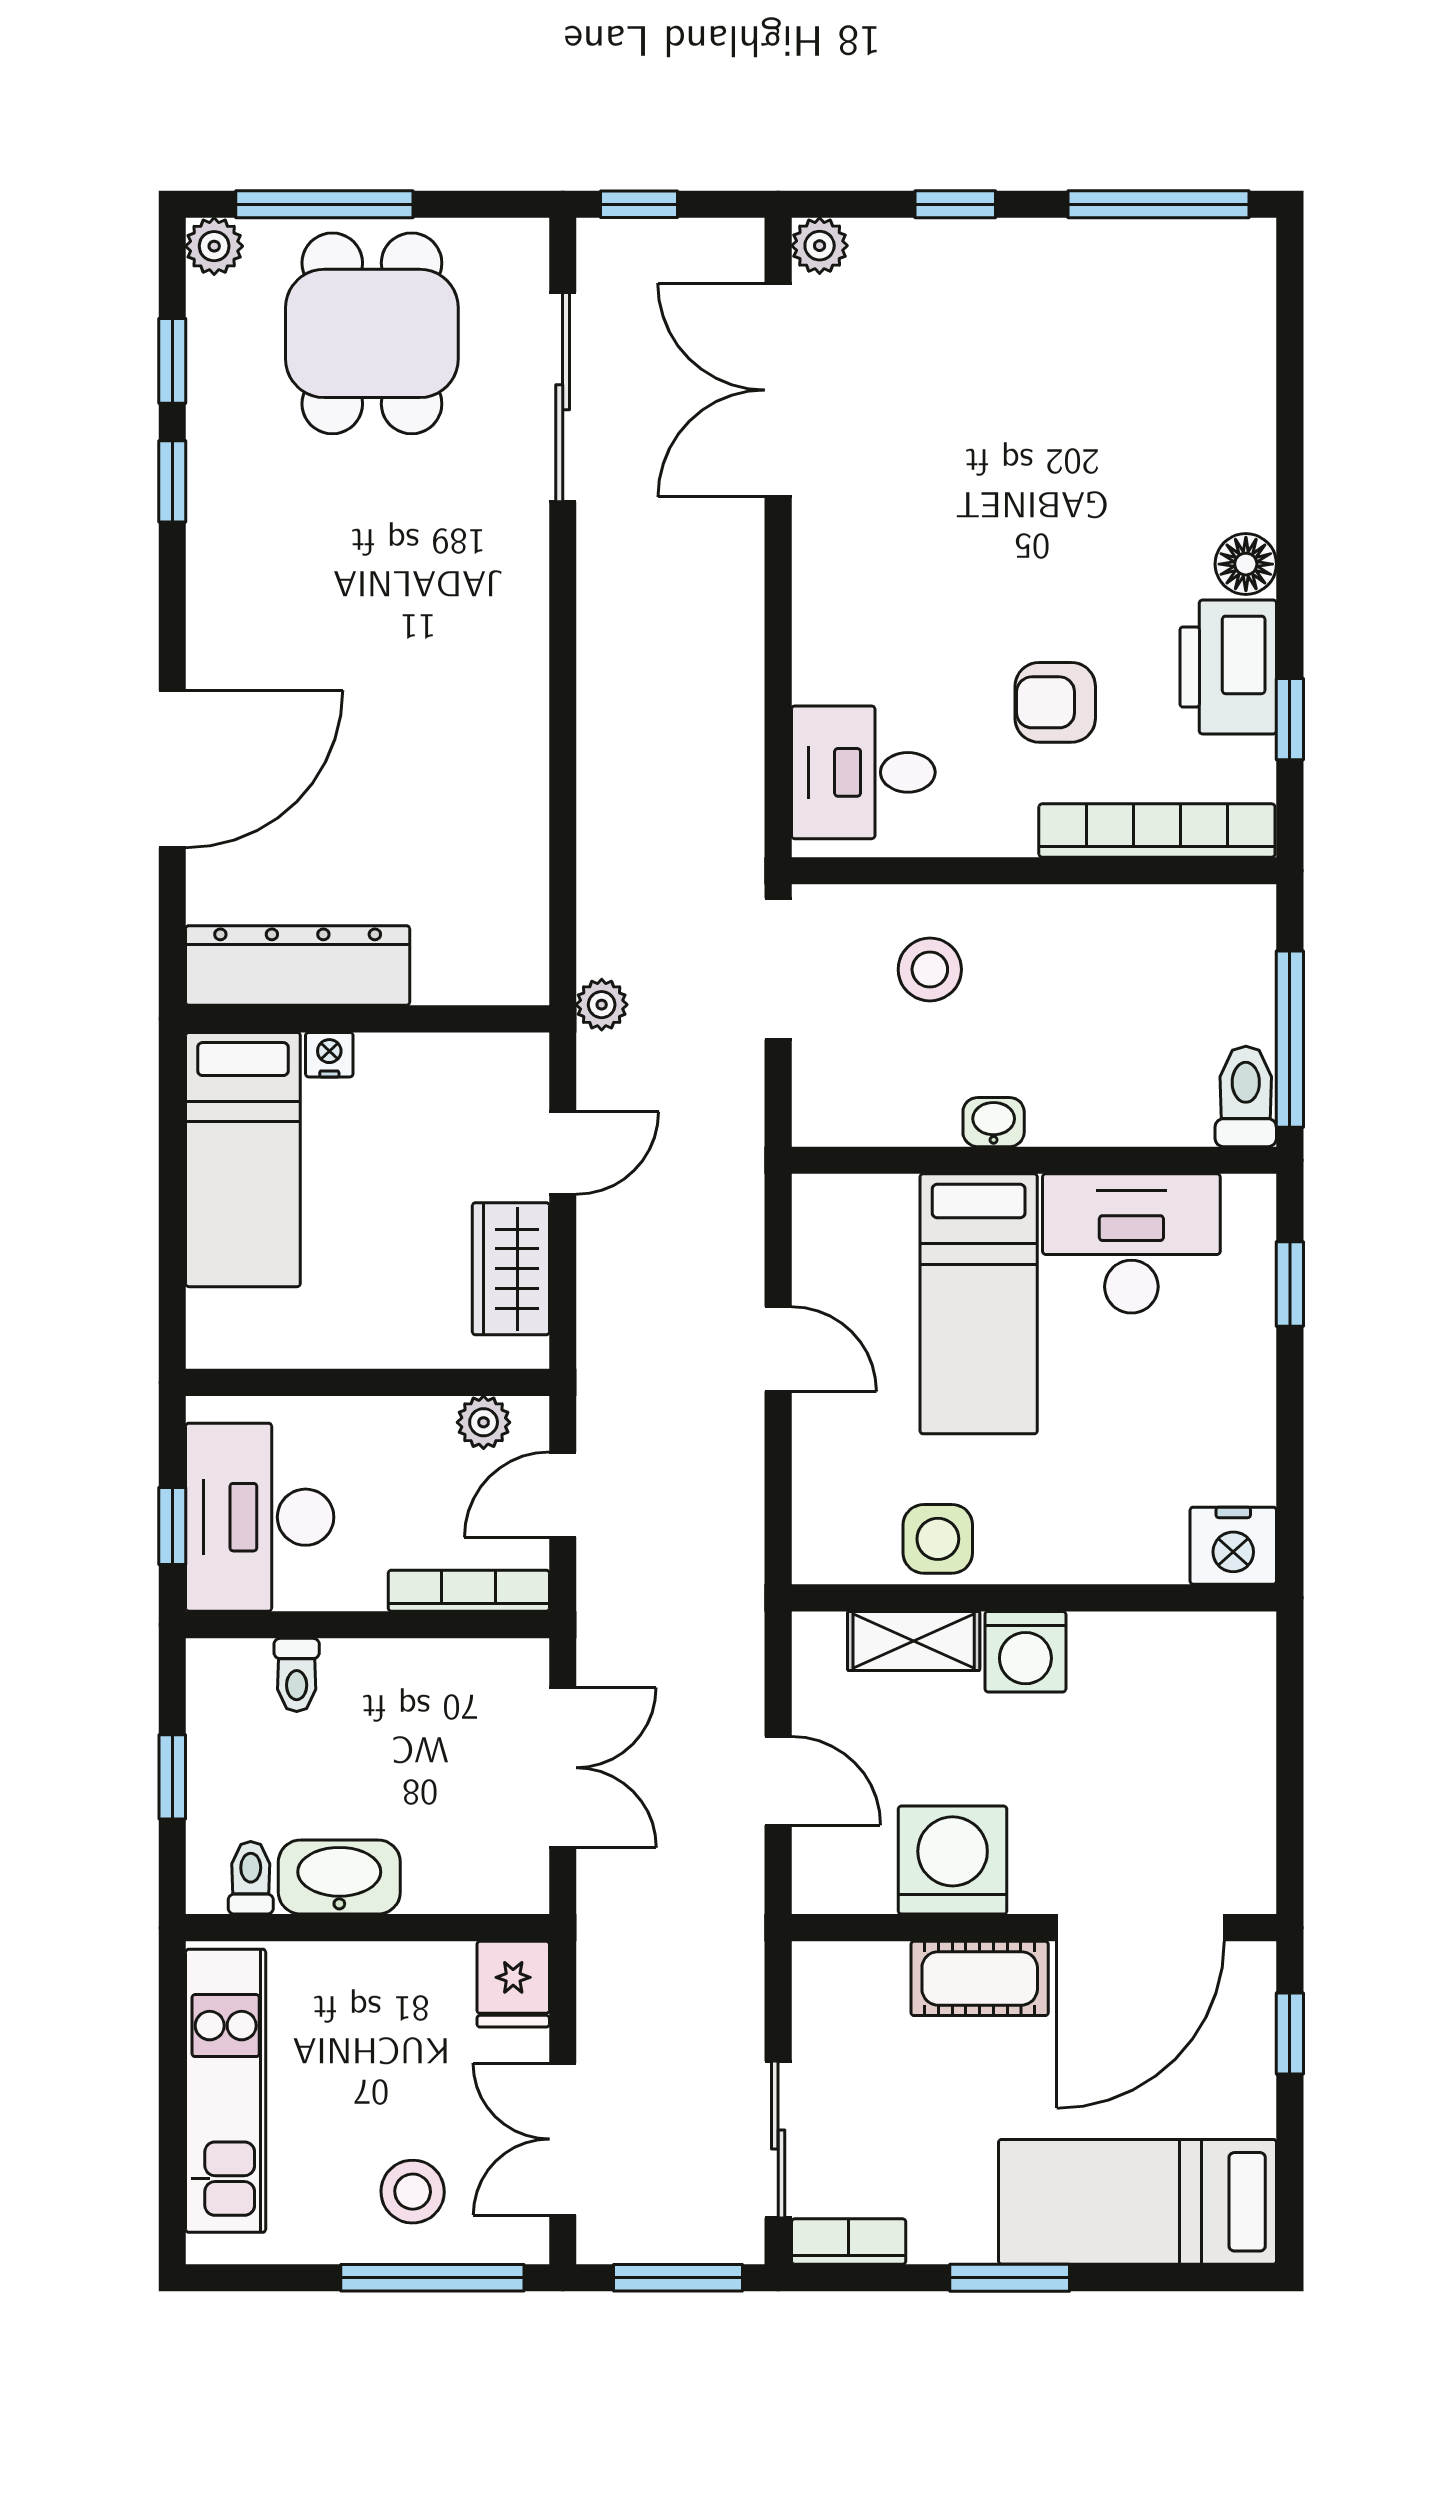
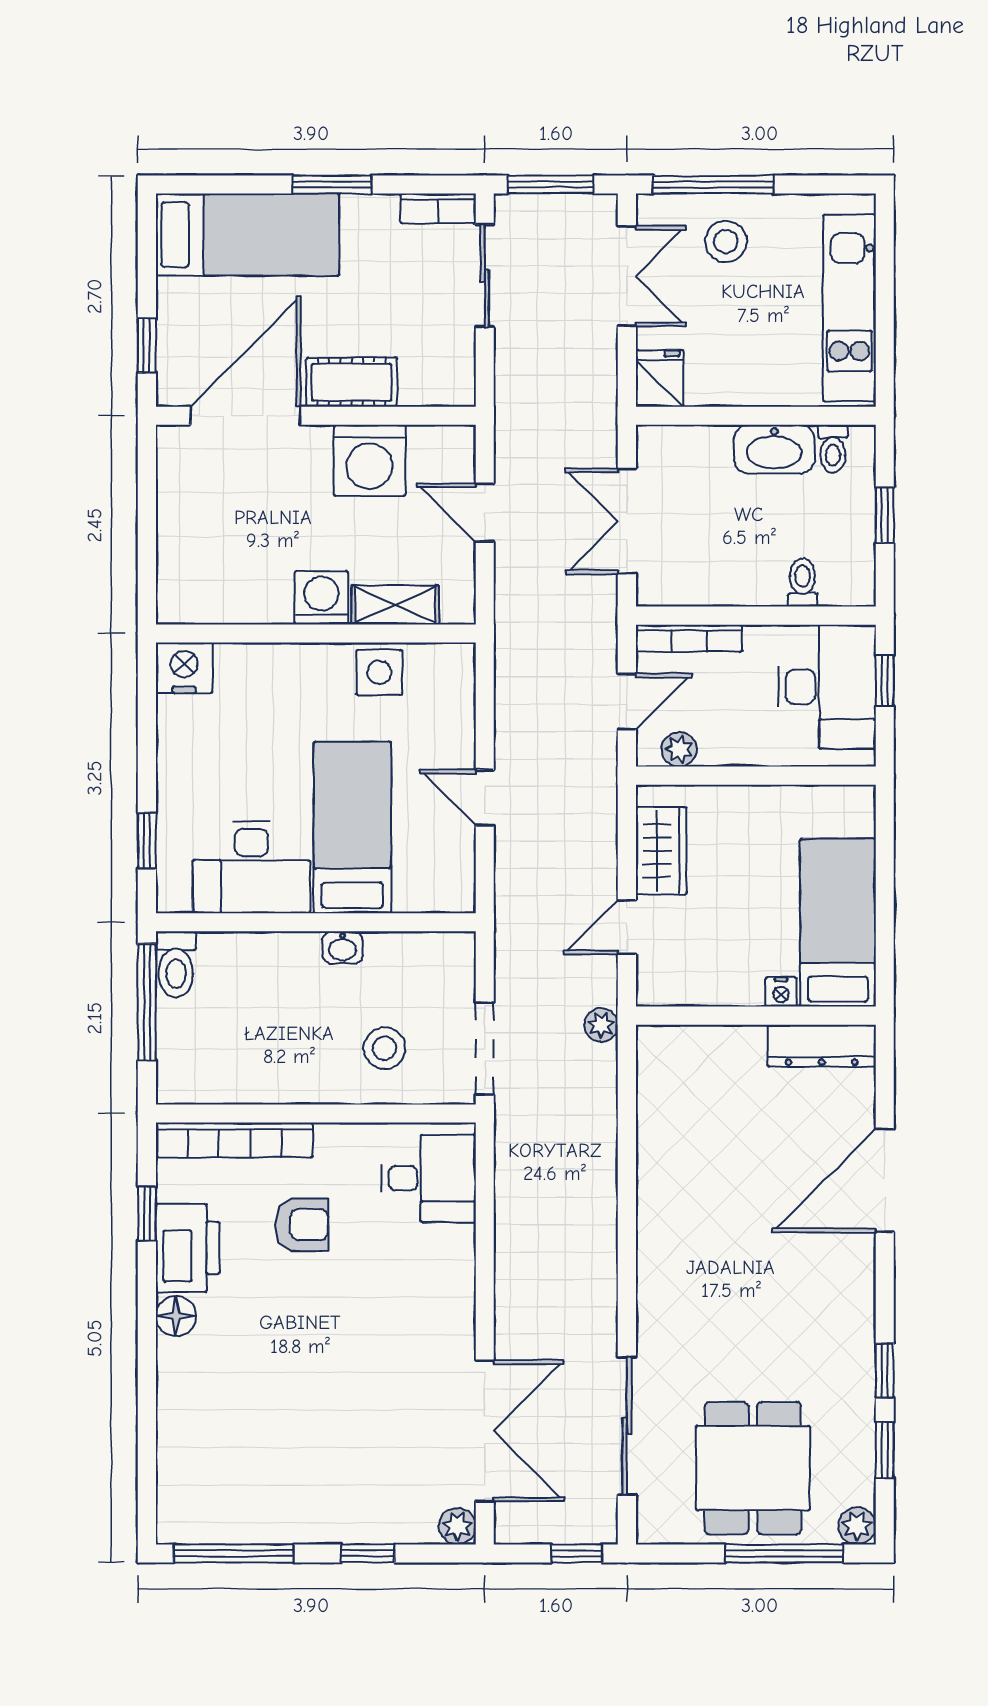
dresser: (298, 965) -> (822, 1046), width x0.73, depth x0.80

